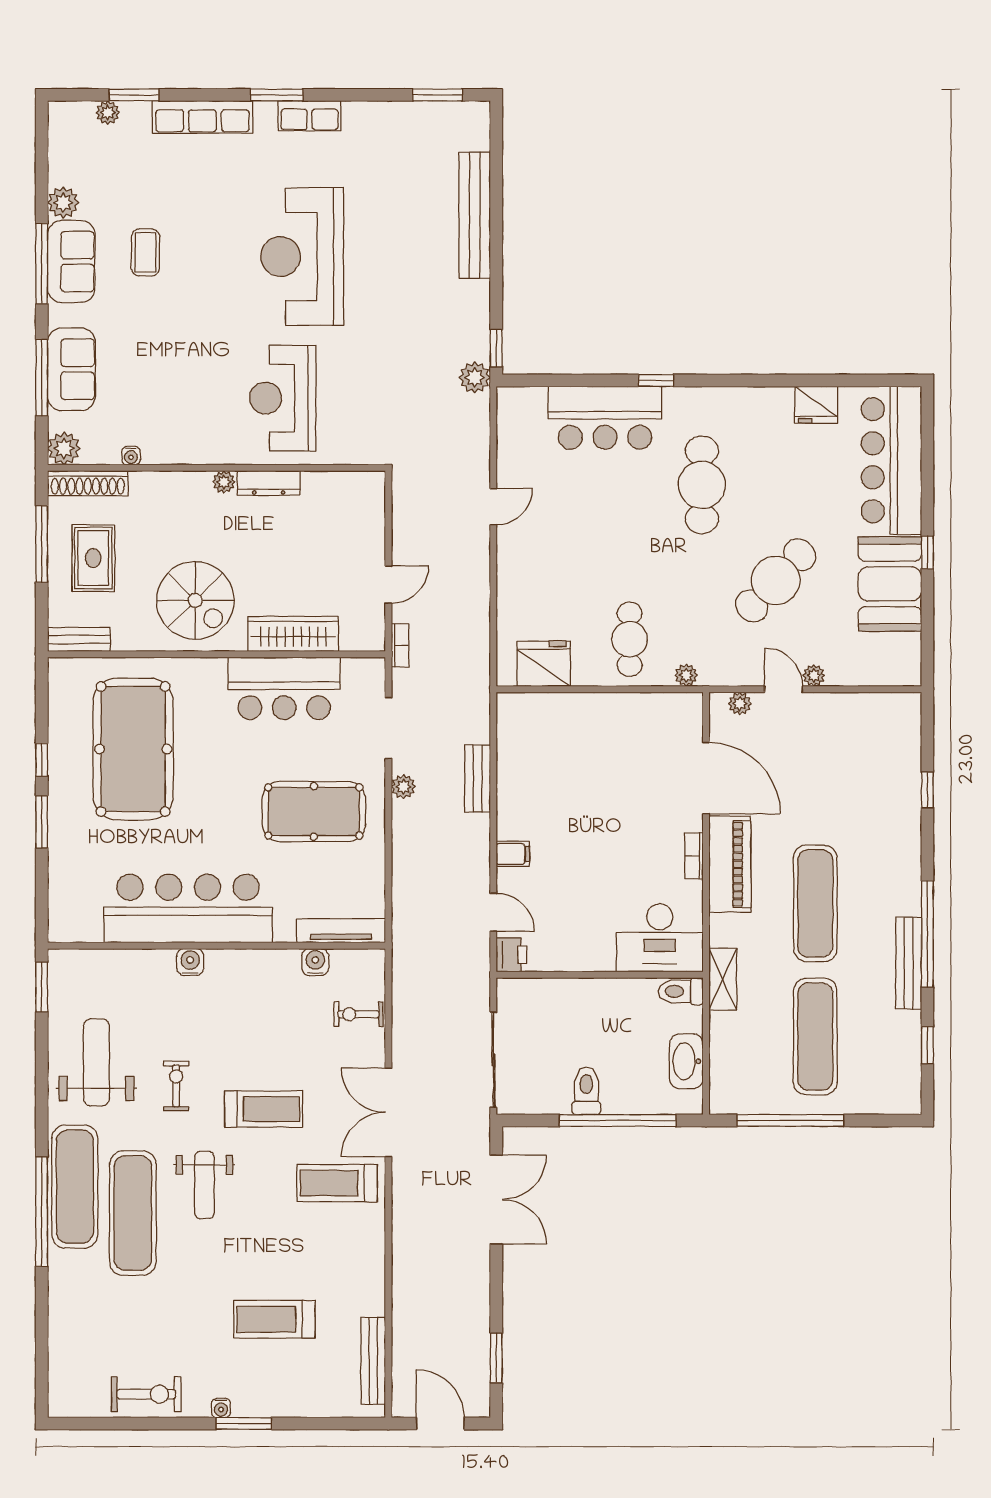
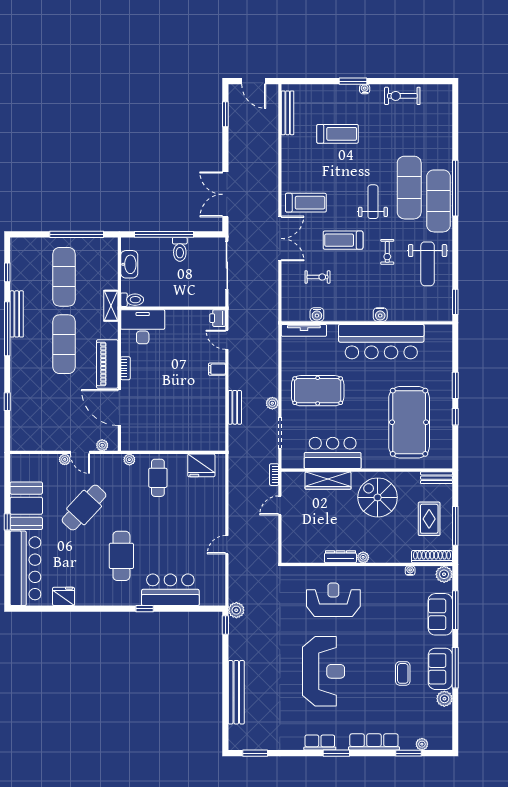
reception desk: (283, 398) -> (333, 600), turned -90
exercise bike: (358, 1014) -> (317, 277), moved

